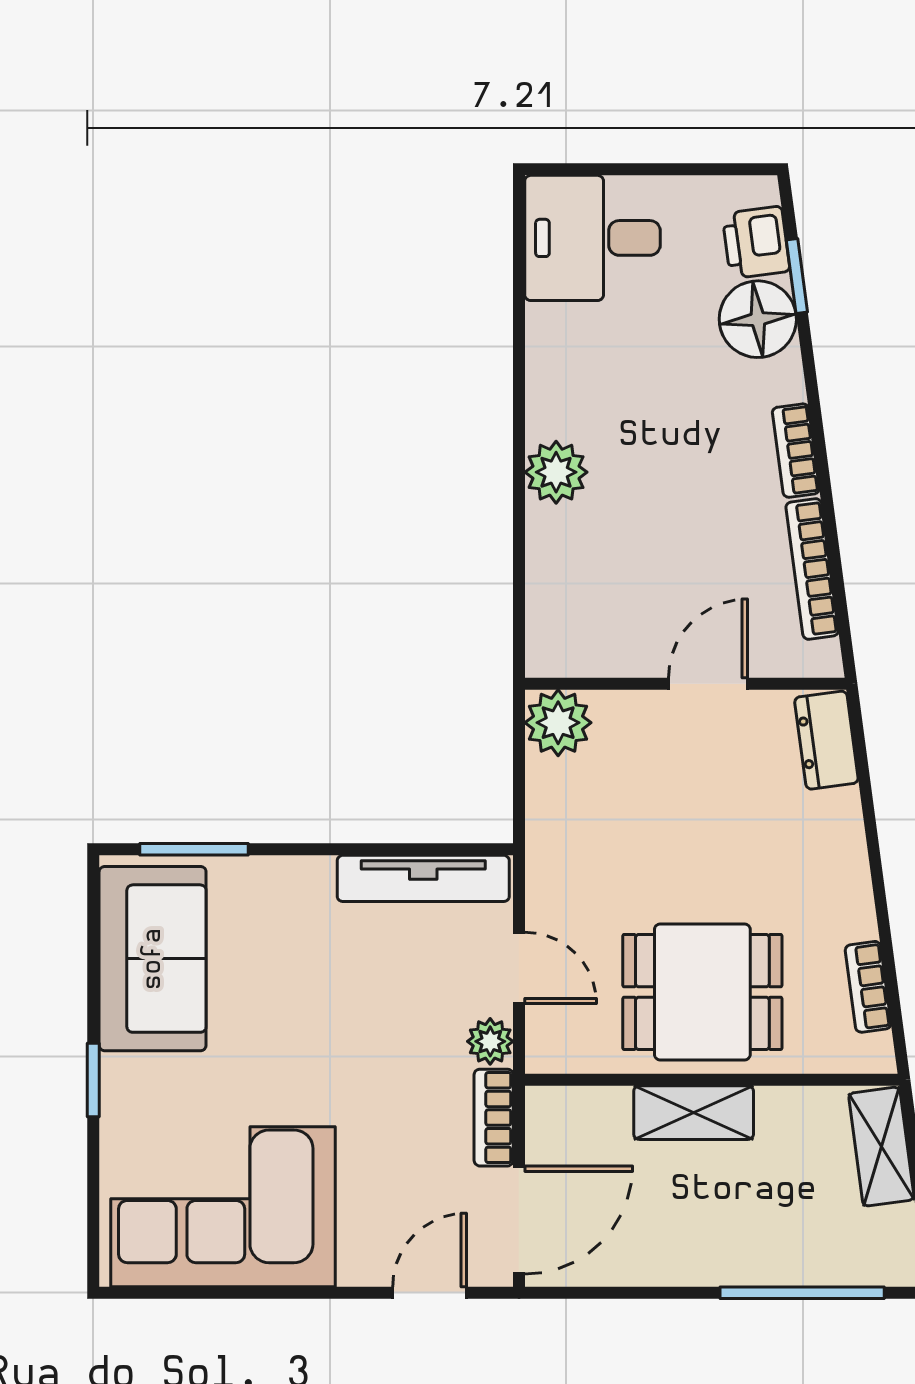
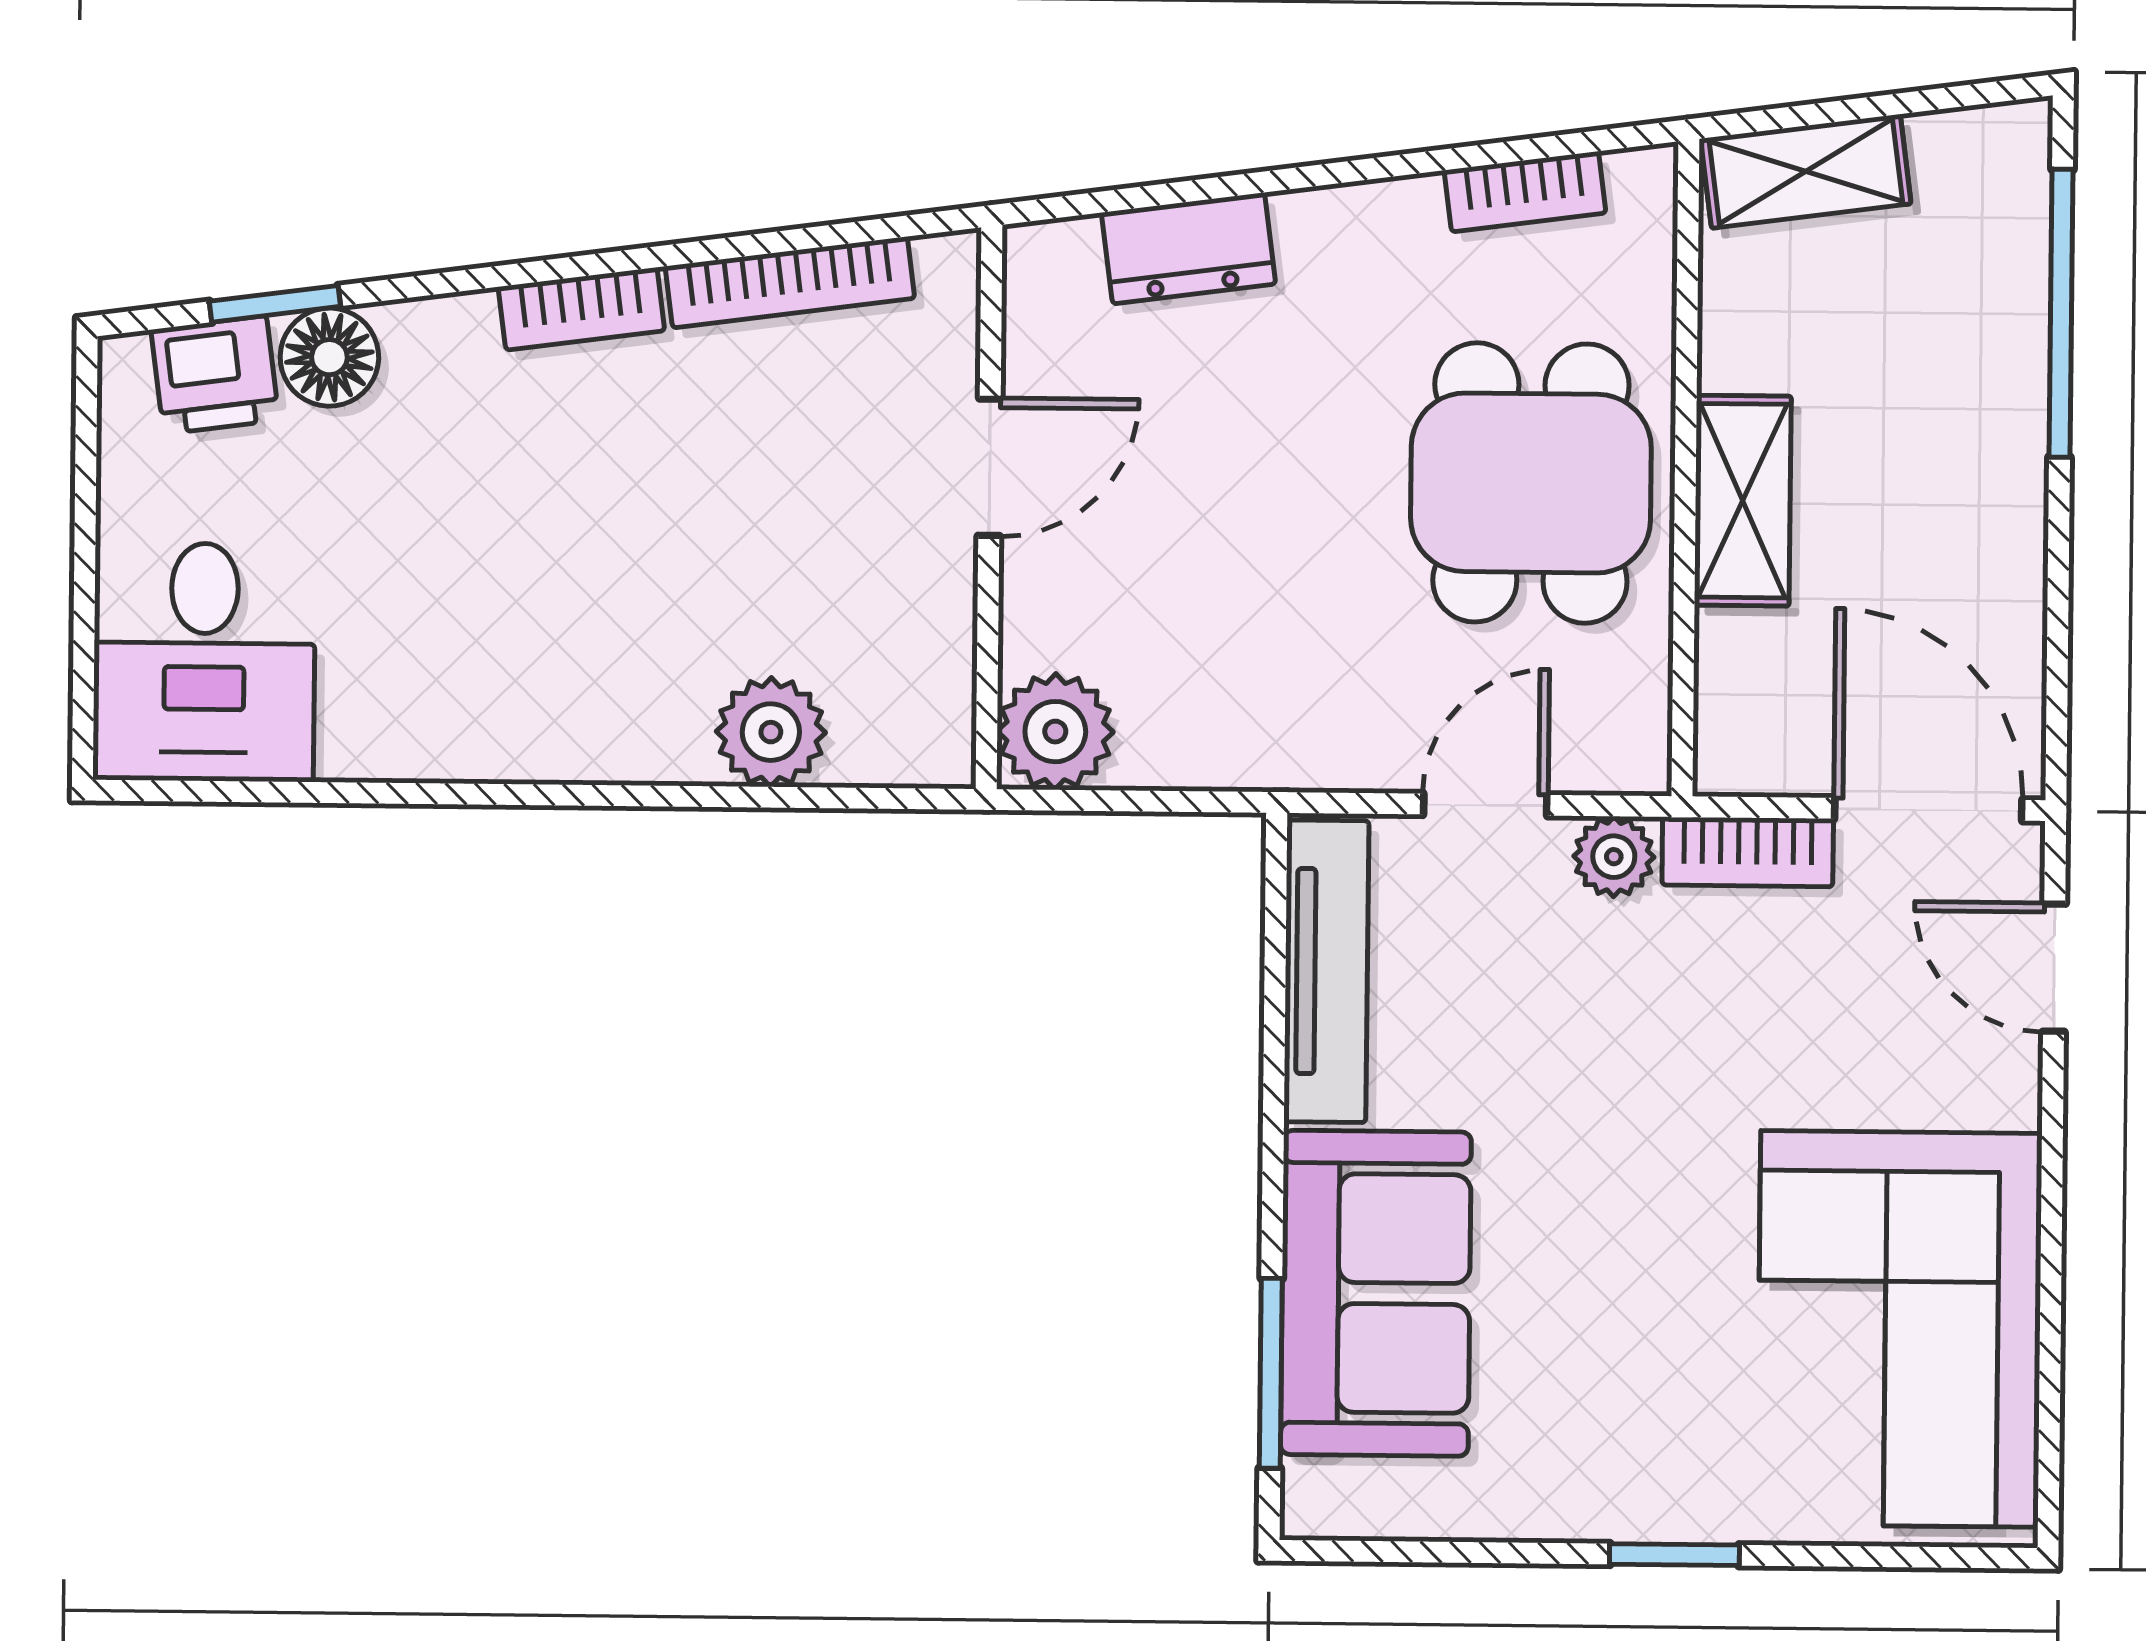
floor lamp: (758, 319) -> (329, 357), width x0.73, depth x0.73
plant: (556, 472) -> (771, 732), moved
door: (708, 684) -> (989, 467), swing flipped
dresser: (826, 740) -> (1189, 248), moved
sofa: (153, 959) -> (1376, 1293), moved, turned 90

